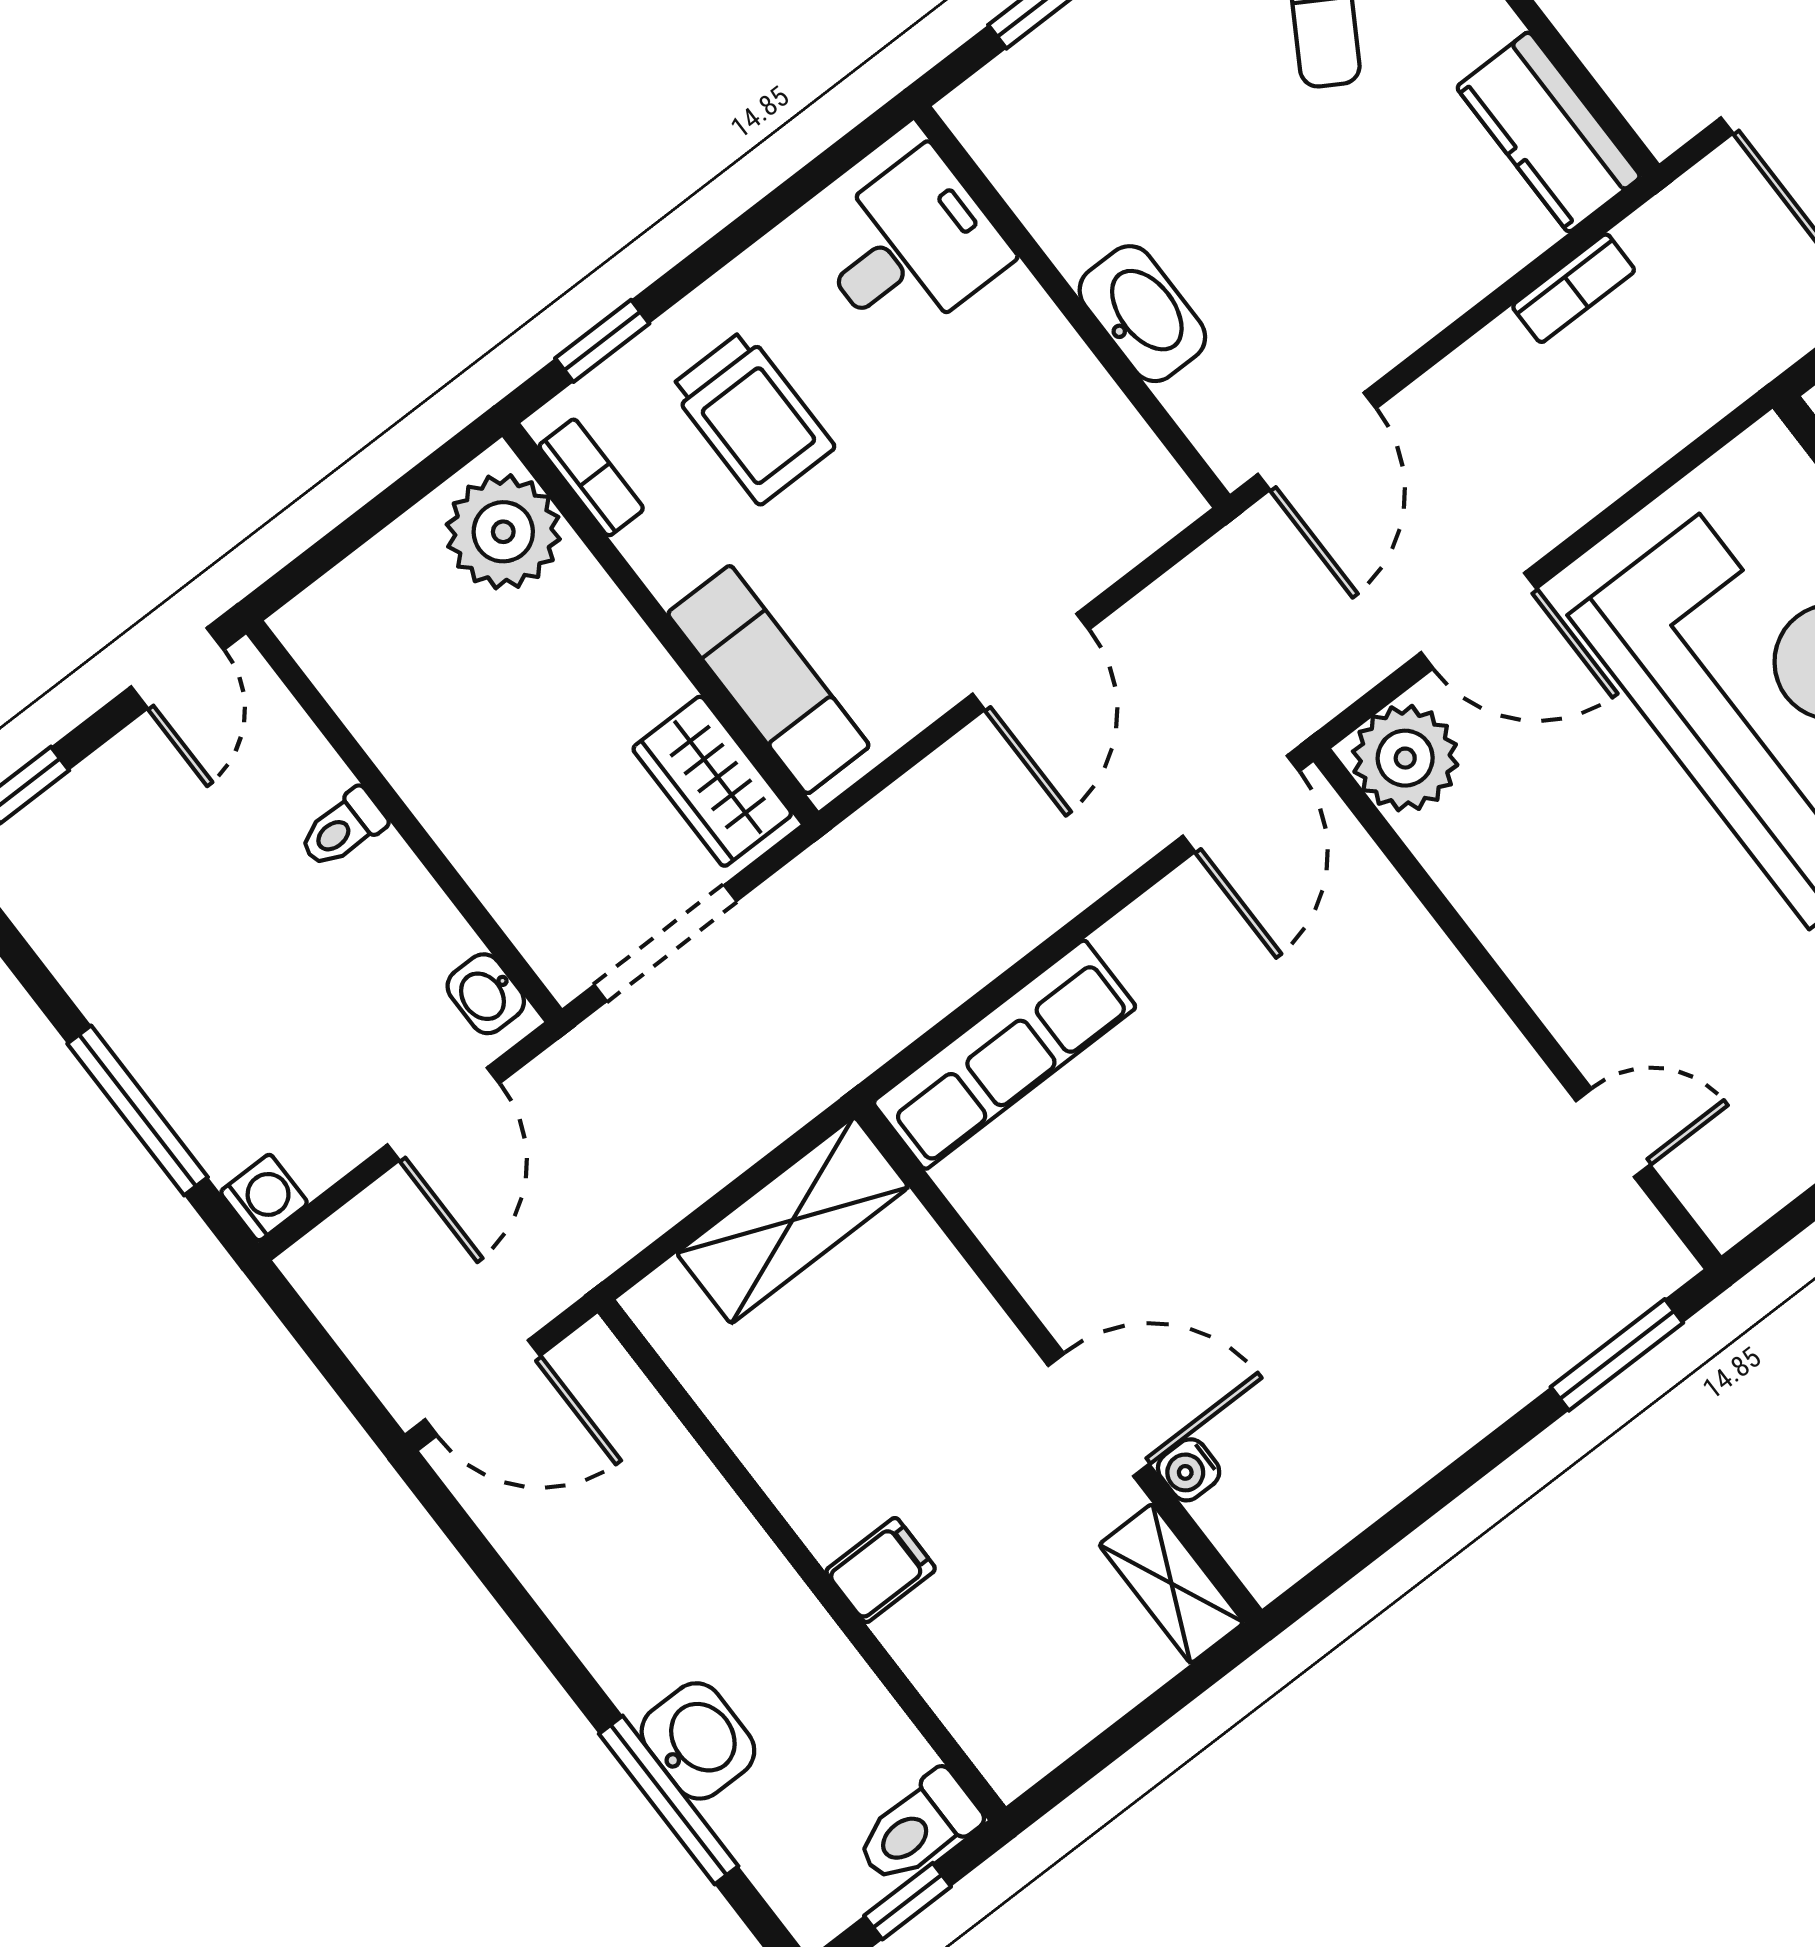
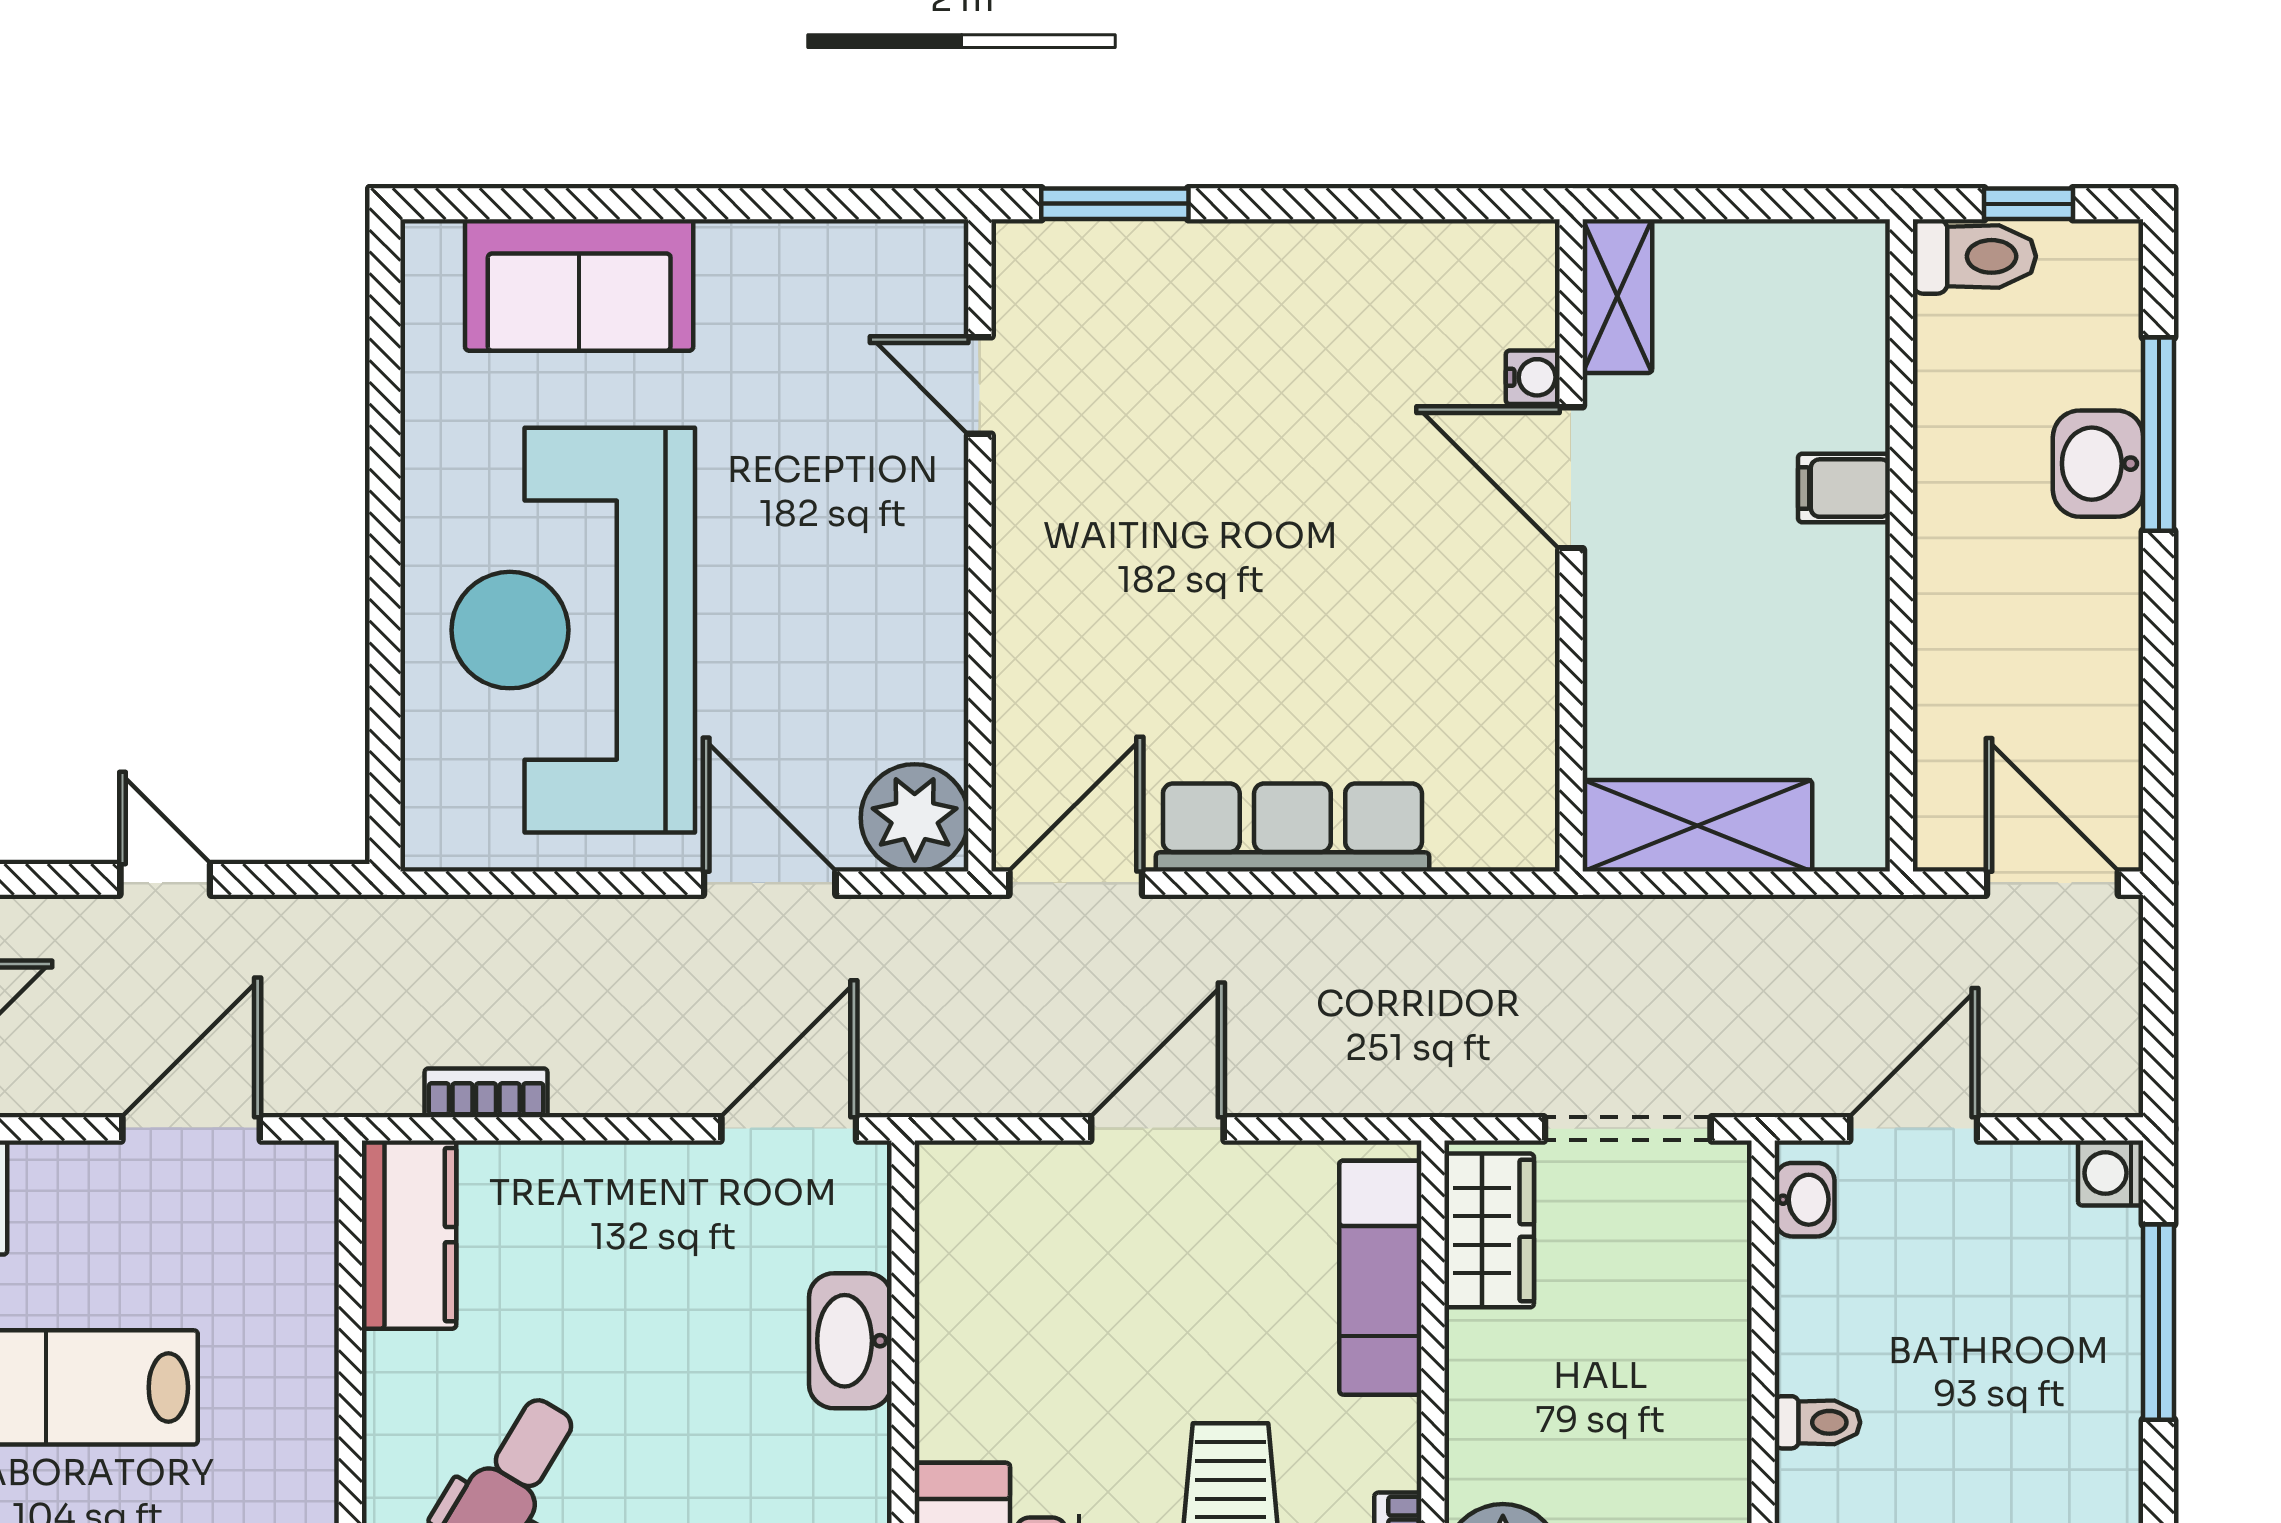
row of seats: (1005, 1055) -> (1292, 827), moved

